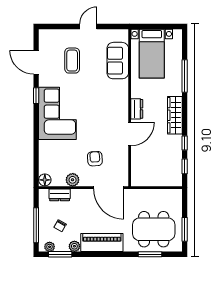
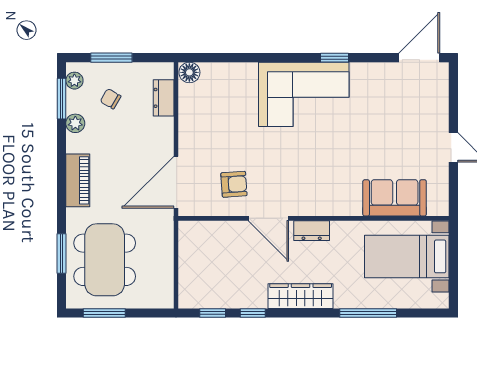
coffee table: (72, 61) -> (395, 119), removed
door: (36, 62) -> (419, 58), moved
armchair: (95, 159) -> (234, 184), moved
plant: (73, 180) -> (190, 120), removed
window: (36, 225) -> (111, 58), width x0.69
piano: (102, 243) -> (78, 180), width x0.73, depth x0.75

